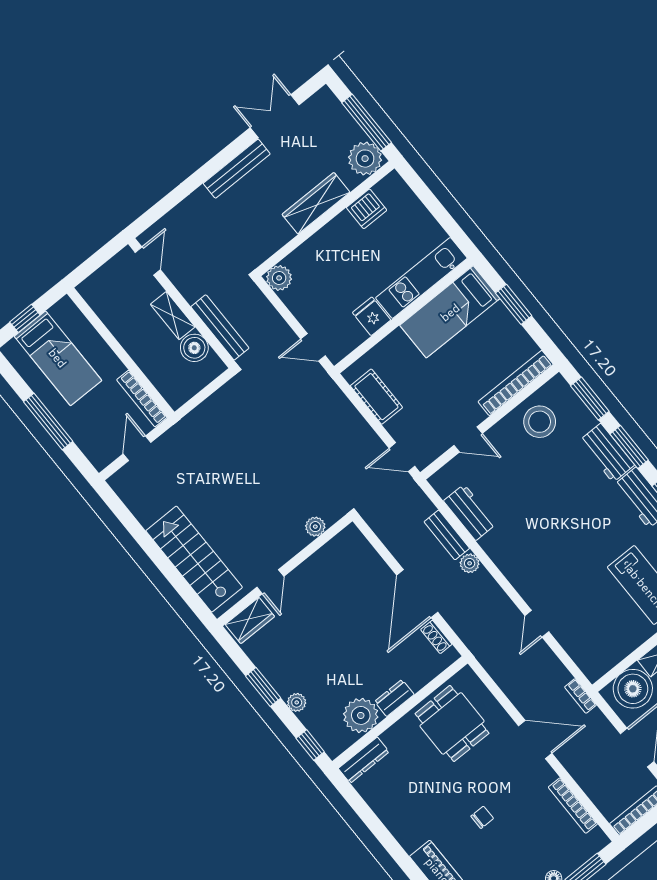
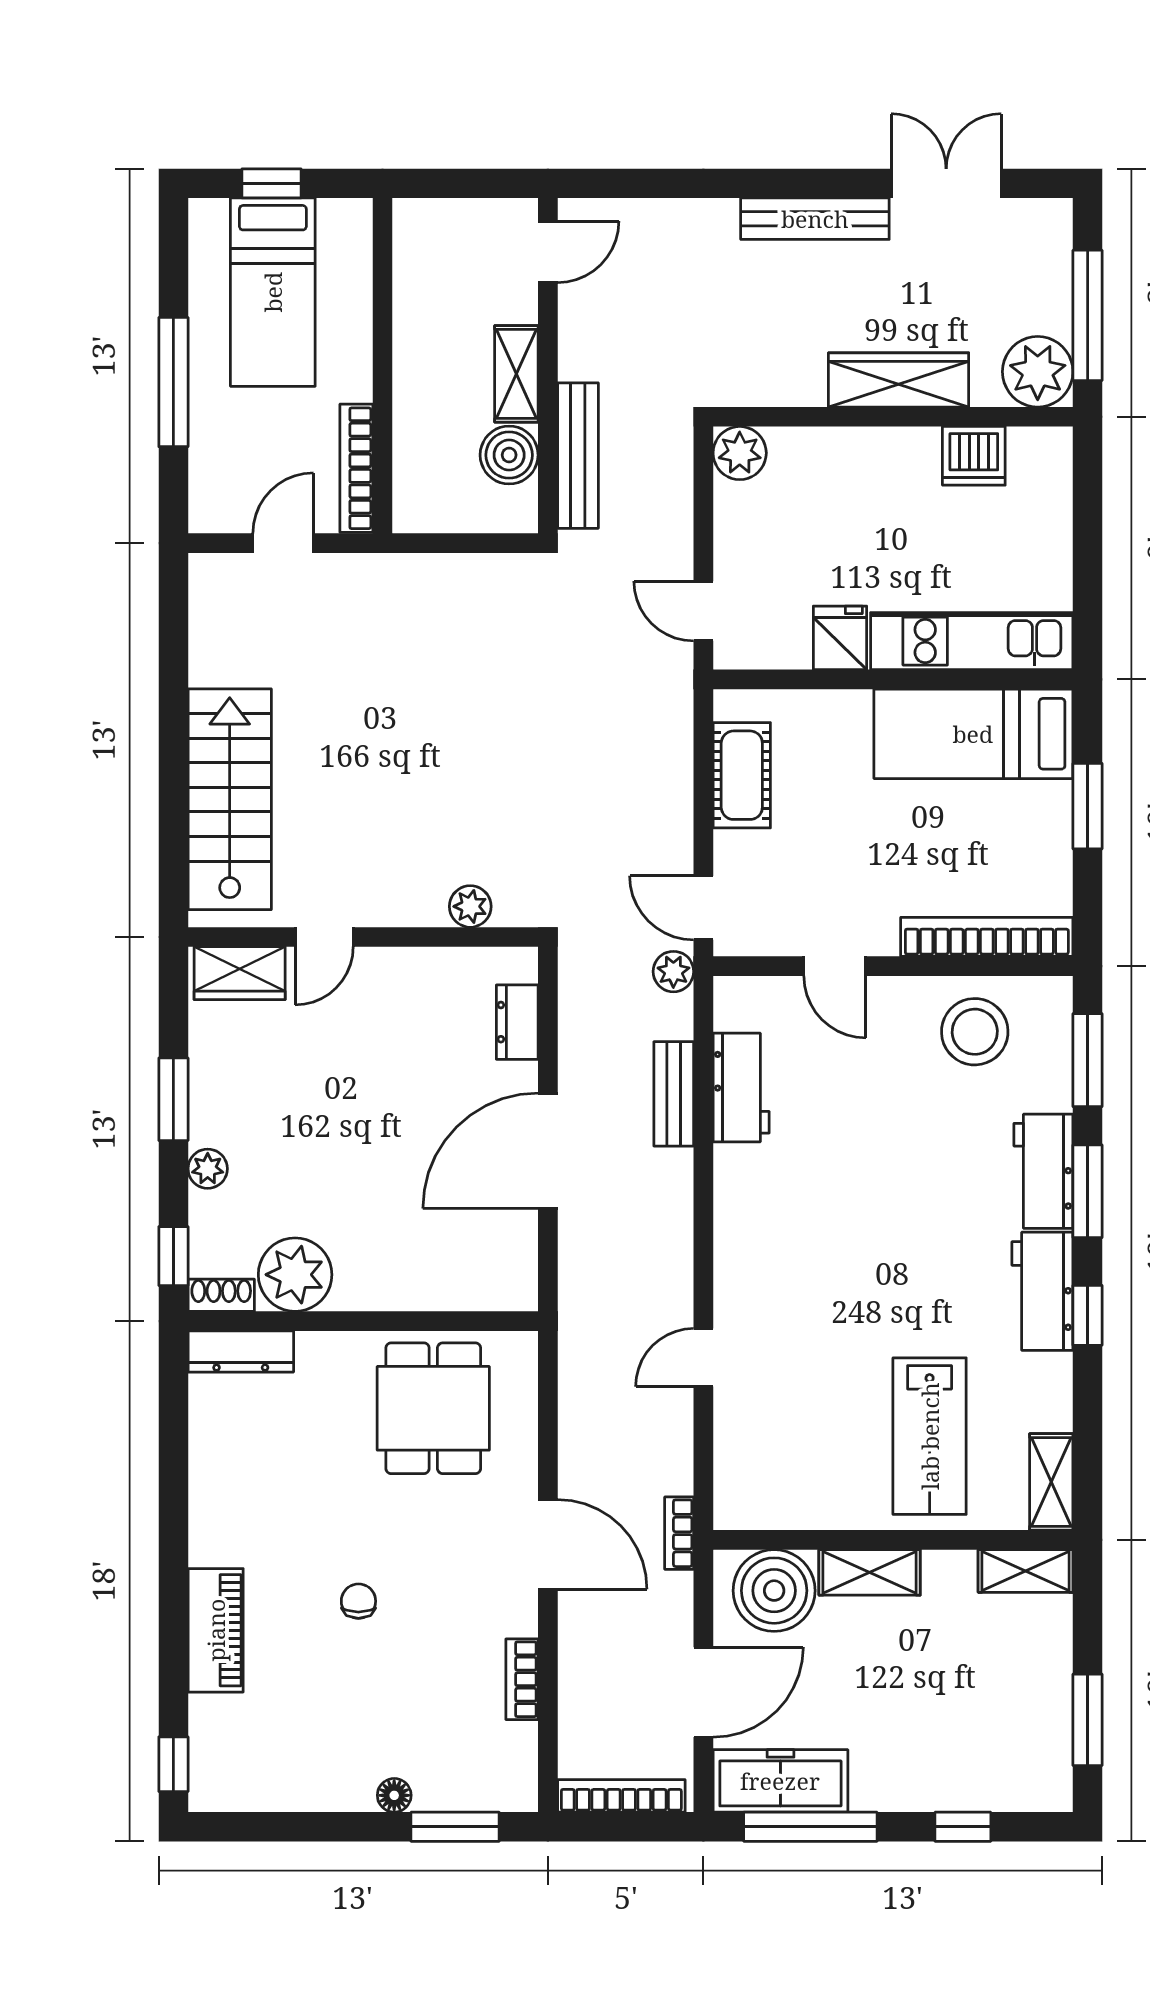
plant: (470, 563) -> (673, 972), moved
shoe rack: (436, 637) -> (221, 1295), moved, turned 90
dresser: (394, 698) -> (517, 1022), moved, turned -90
bookcase: (573, 806) -> (522, 1679), width x0.64
chair: (482, 817) -> (358, 1601), turned -90

